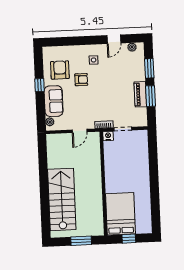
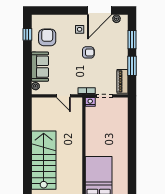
door: (114, 39) -> (100, 10), width x1.88
armchair: (81, 80) -> (88, 52), moved
window: (40, 85) -> (27, 34), moved
piano: (140, 94) -> (122, 81), moved
door: (80, 131) -> (63, 96), hinge flipped

